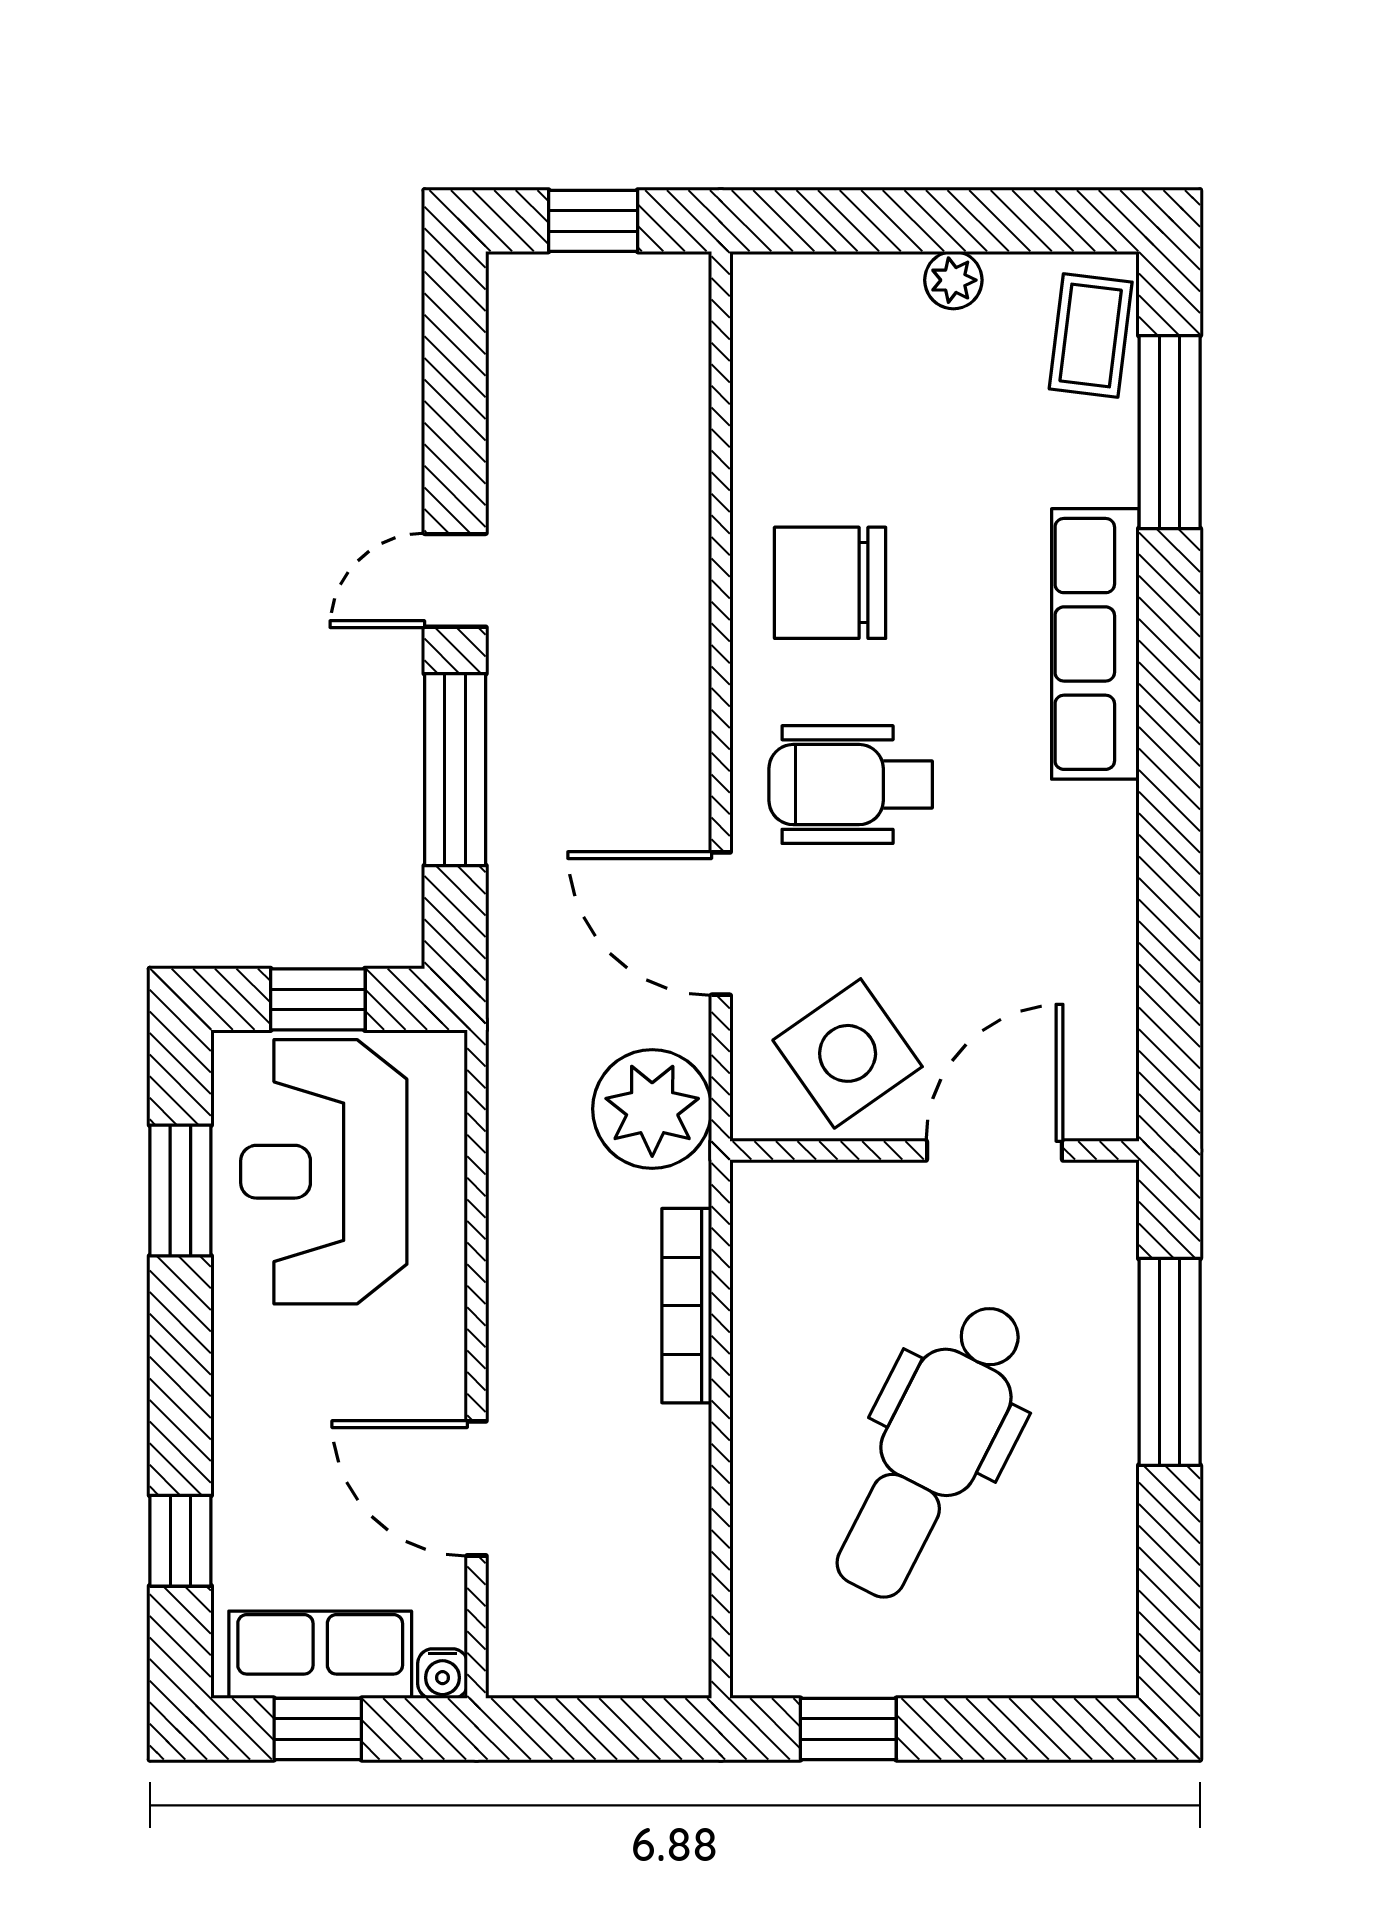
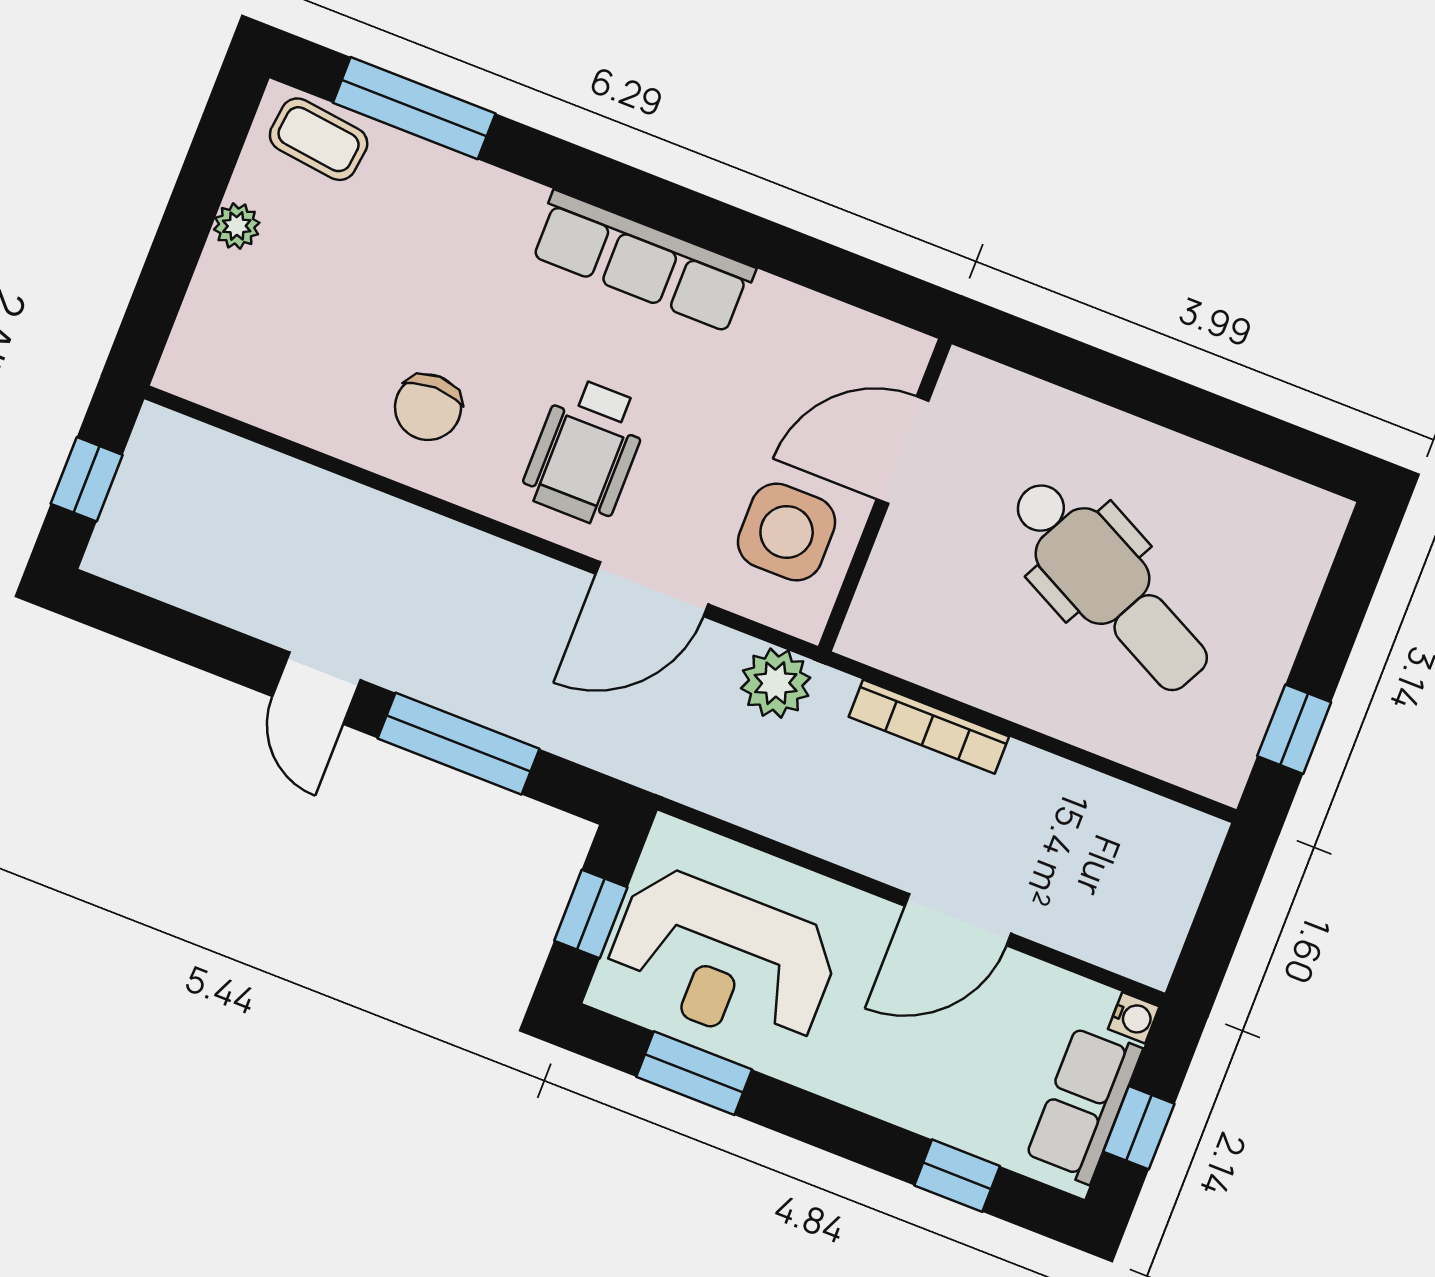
chair: (830, 583) -> (428, 407), width x0.73, depth x0.73
row of seats: (1095, 644) -> (642, 261), moved
side table: (848, 1053) -> (787, 532), turned 35
plant: (652, 1109) -> (776, 683), width x0.73, depth x0.73
door: (994, 1150) -> (902, 450), hinge flipped
window: (1170, 1362) -> (1112, 380), removed
door: (477, 1488) -> (958, 920), moved

